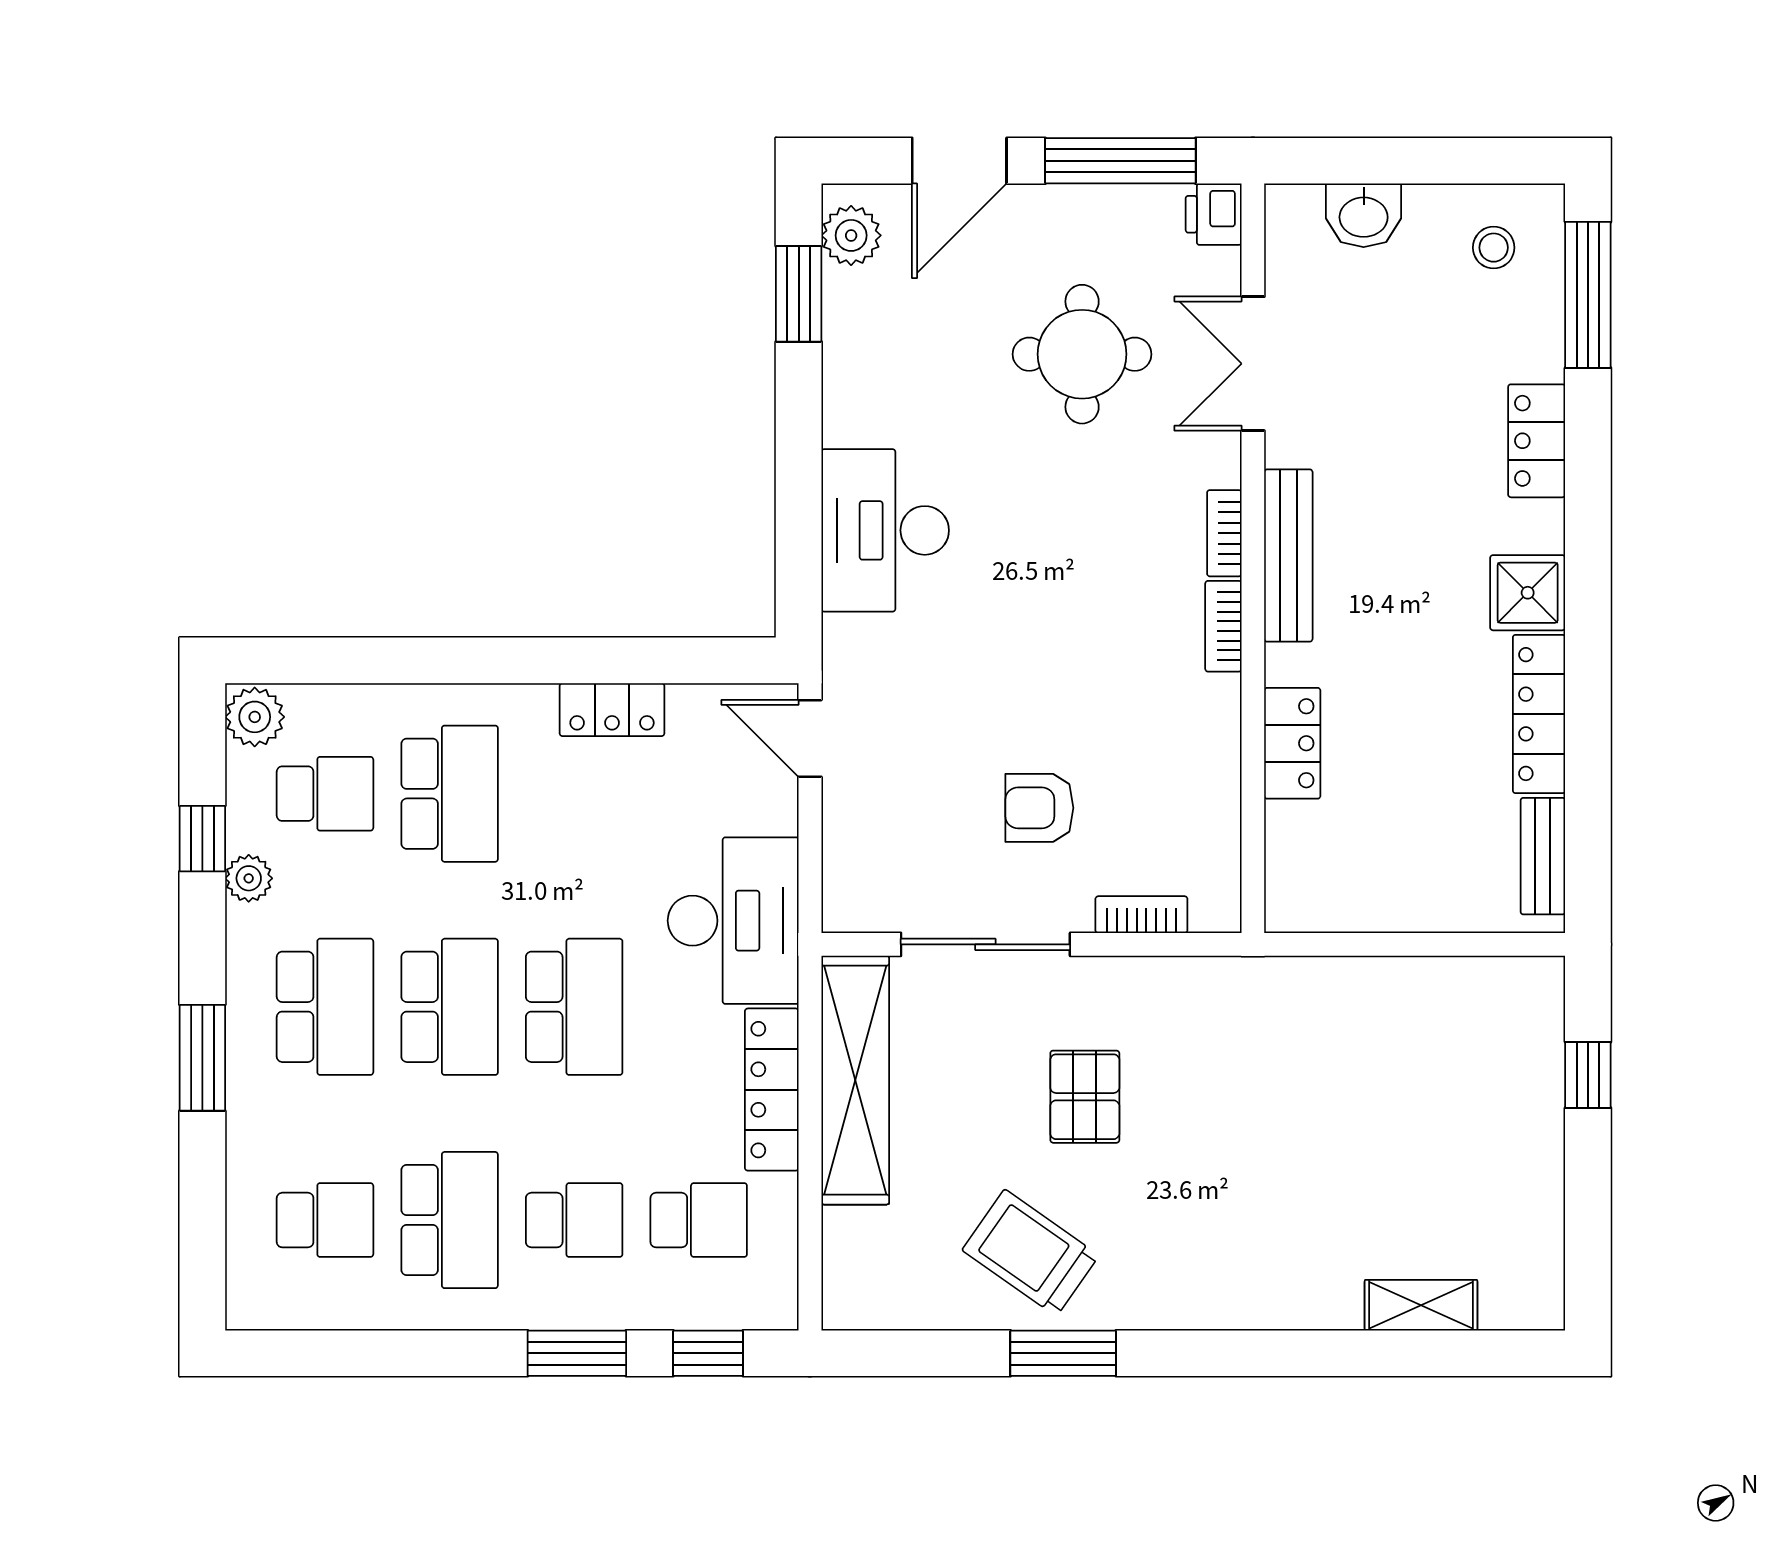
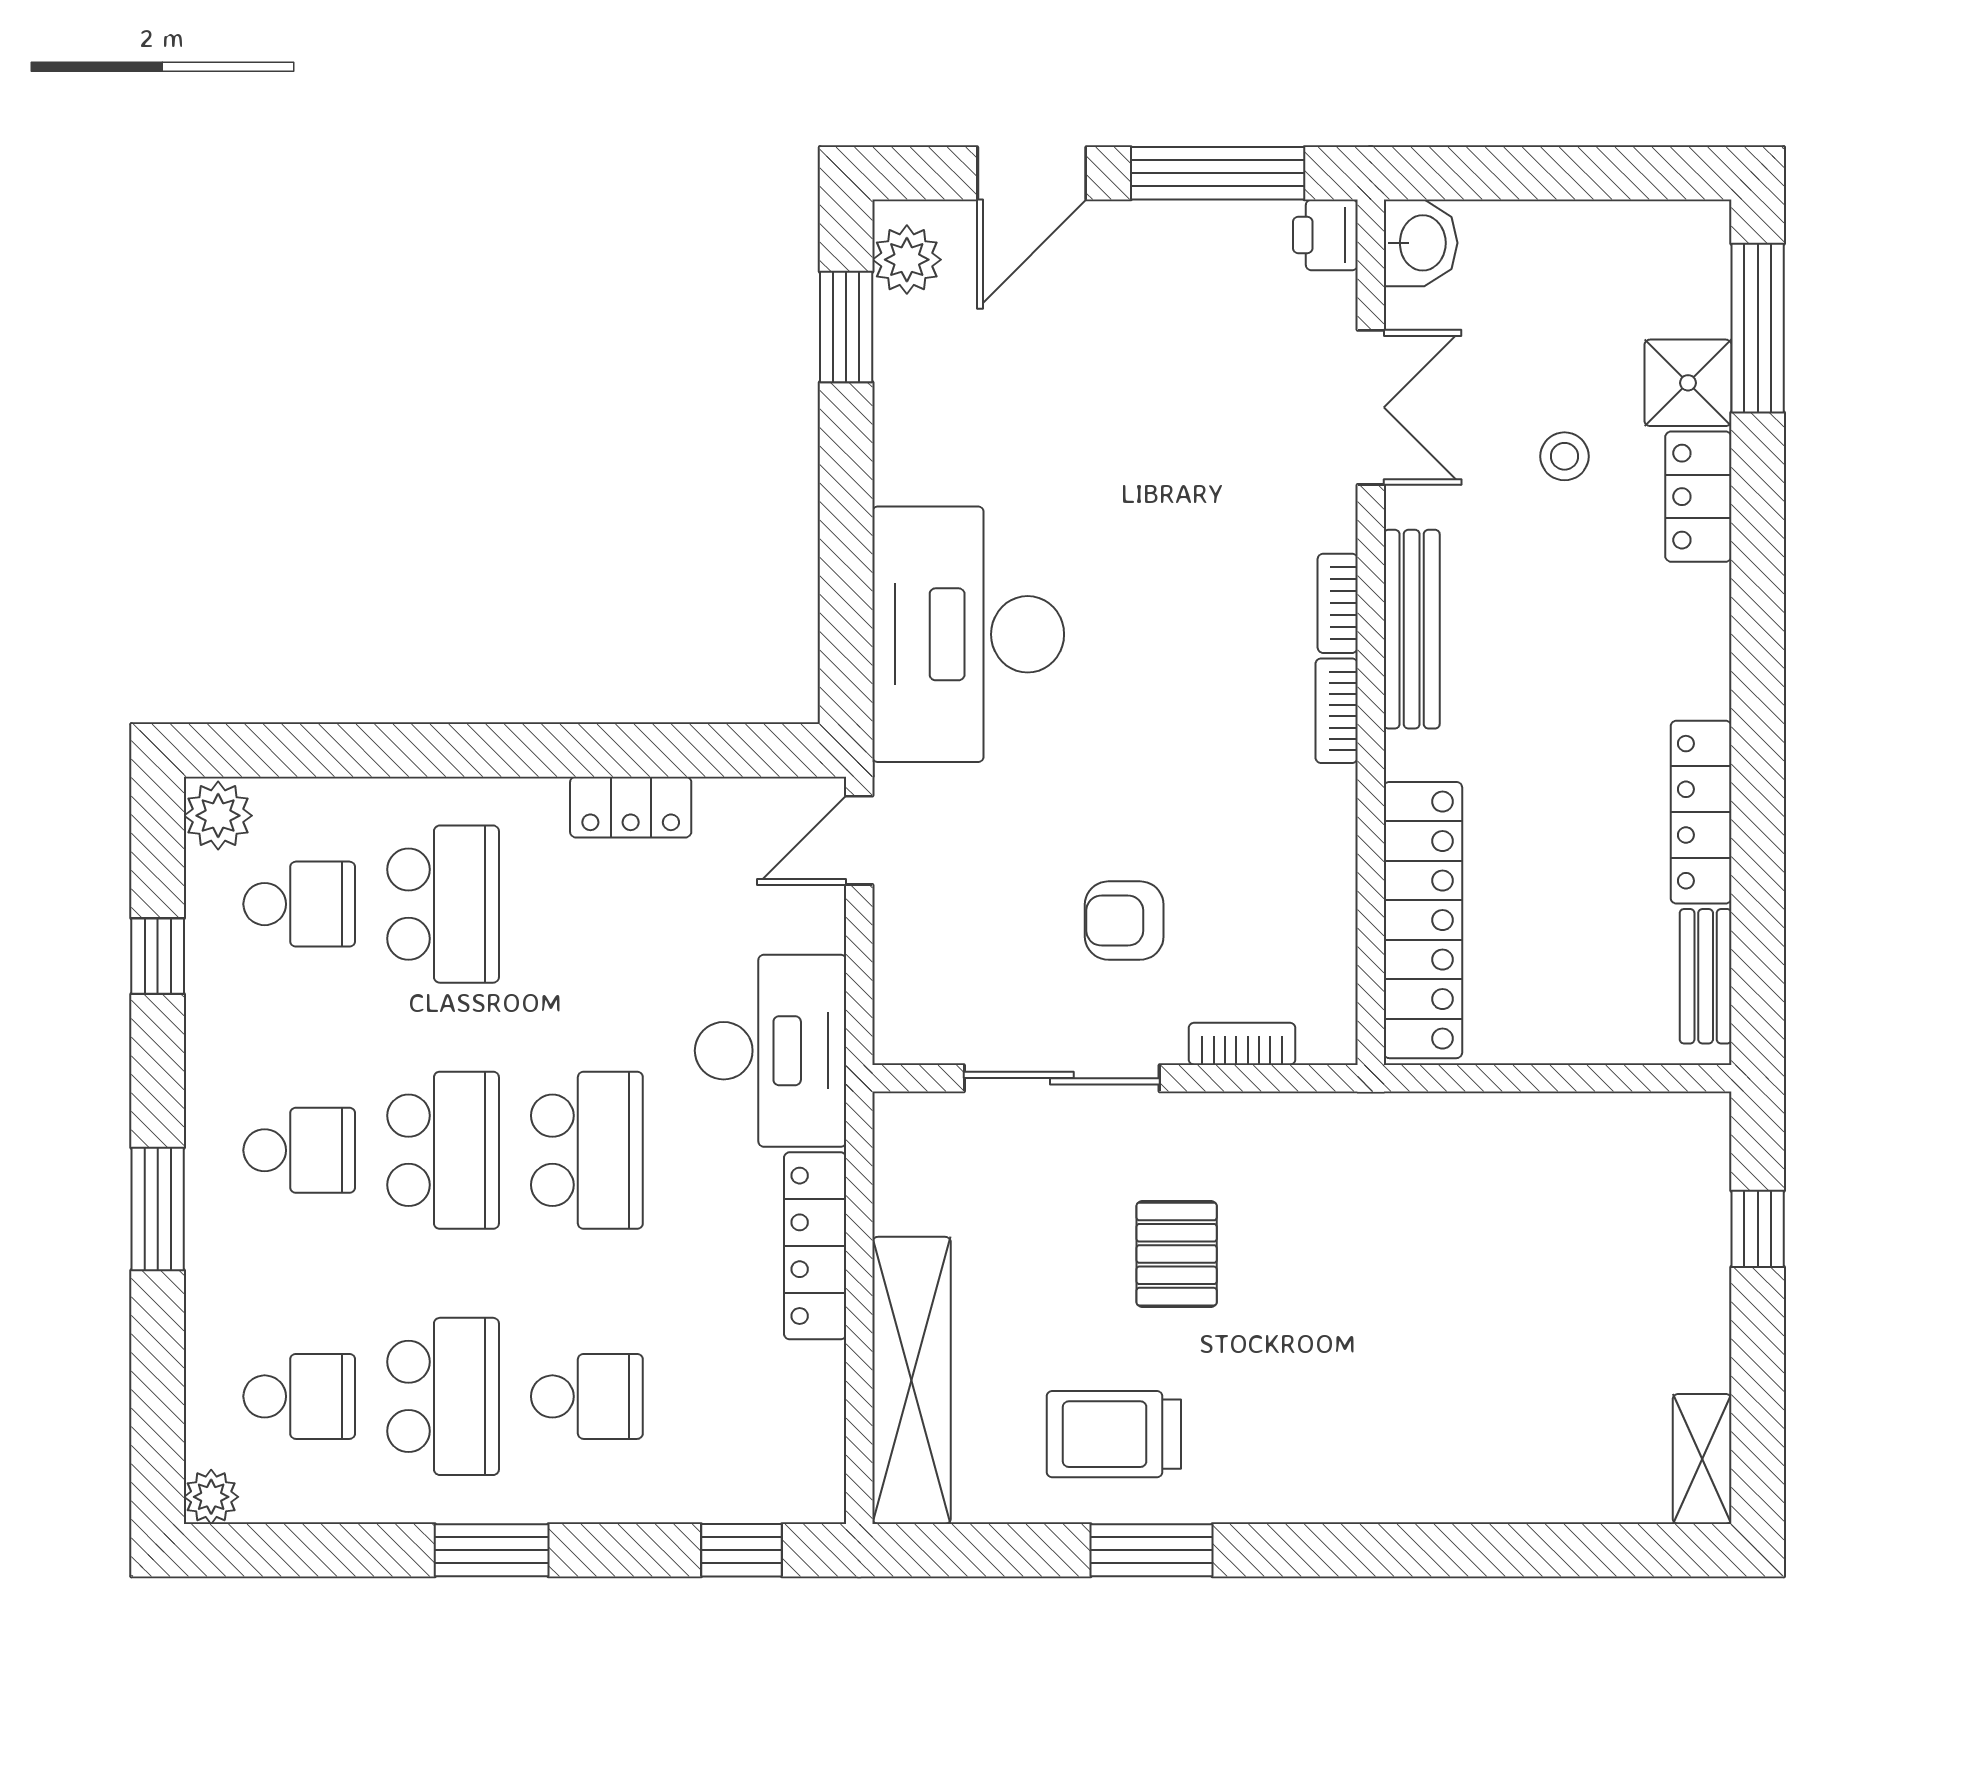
washbasin: (1364, 215) -> (1421, 243), moved, turned -90
stool: (1494, 248) -> (1564, 456), moved
round table: (1082, 354) -> (1173, 397), removed
double door: (1253, 364) -> (1371, 407), swing flipped
desk: (885, 530) -> (968, 634), width x1.36, depth x1.30
shower: (1528, 593) -> (1688, 383), moved
door: (810, 738) -> (859, 840), hinge flipped
locker: (1292, 743) -> (1423, 920), width x2.16, depth x1.21
plant: (249, 878) -> (211, 1497), moved
school desk: (325, 1007) -> (299, 1150), width x0.54
shelving: (855, 1080) -> (912, 1380), moved
school desk: (699, 1220) -> (731, 1396), removed
trolley: (1031, 1253) -> (1114, 1434), turned -35
shelving: (1421, 1305) -> (1702, 1459), moved, turned 90
window: (577, 1353) -> (492, 1550), moved

